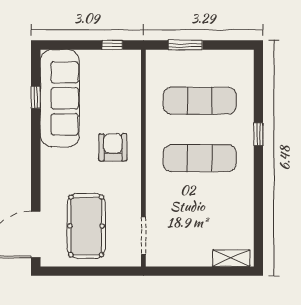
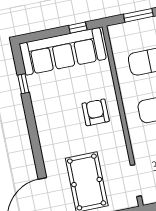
sofa: (60, 98) -> (63, 51), moved, turned 90

